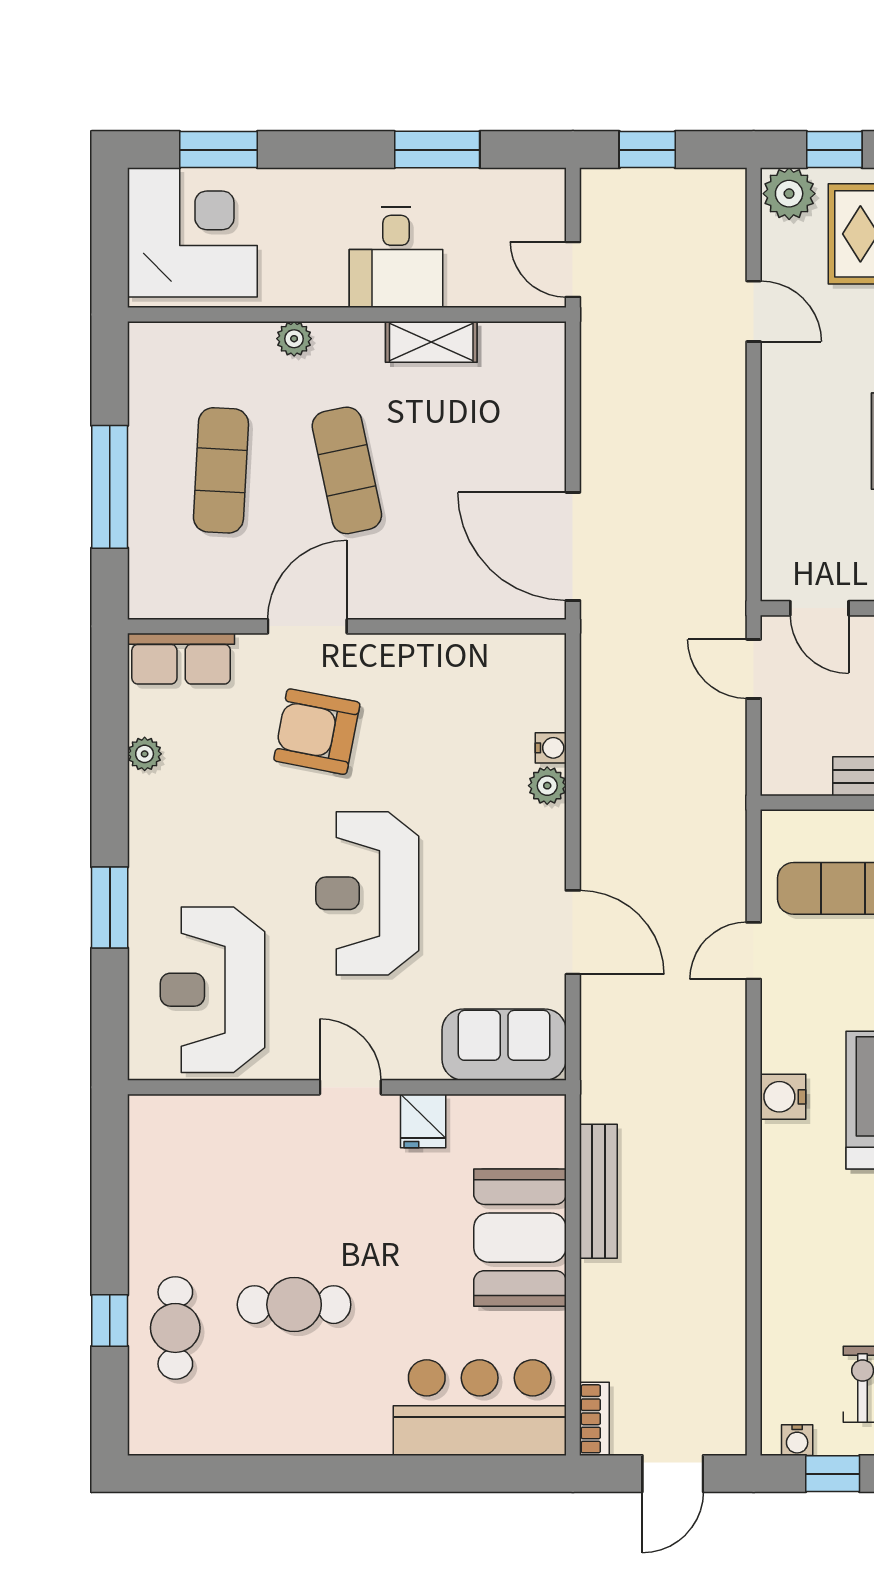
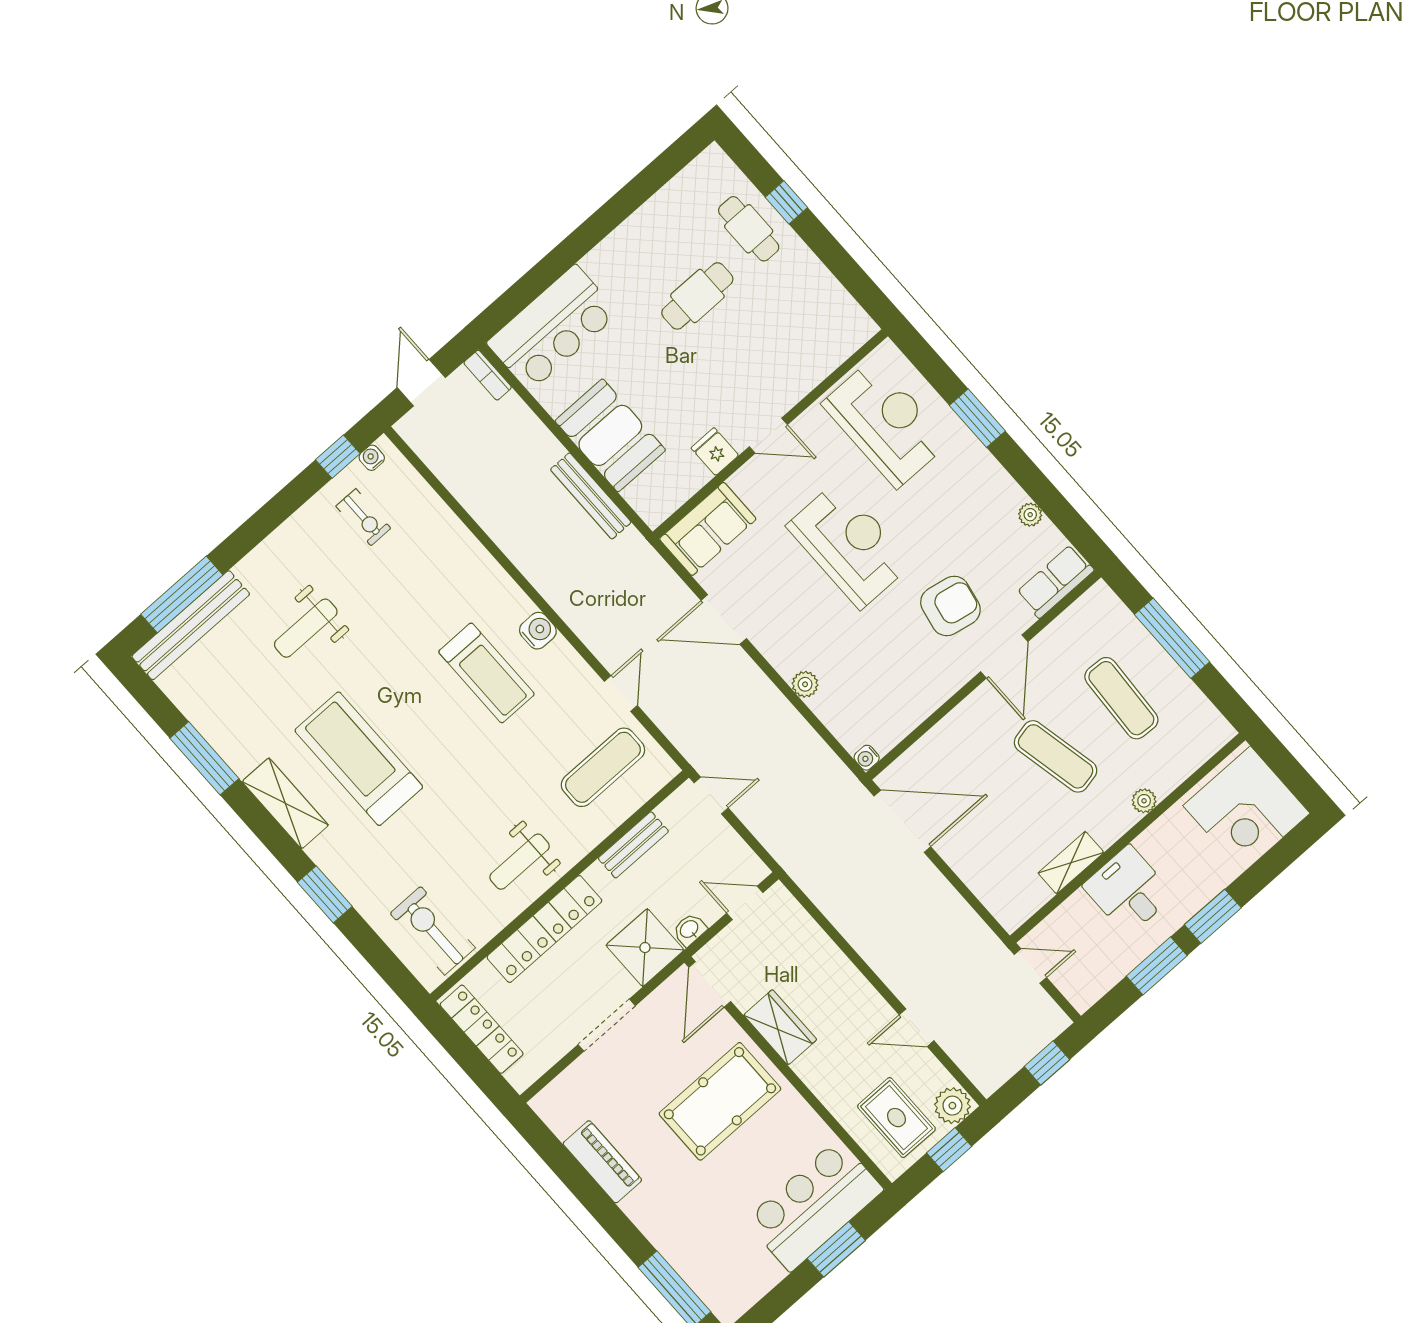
window: (218, 150) -> (1213, 916), moved
door: (754, 669) -> (711, 795), moved
water cooler: (551, 748) -> (867, 758), moved

